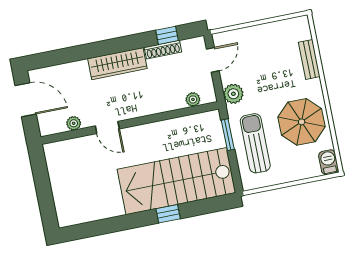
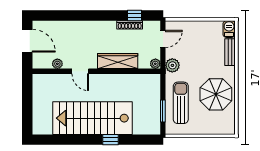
wardrobe: (117, 64) -> (118, 61), moved, turned 180
plant: (193, 99) -> (155, 64), moved
window: (228, 135) -> (163, 111), moved
barbecue: (329, 162) -> (229, 29), moved
stairs: (176, 181) -> (93, 118), moved

